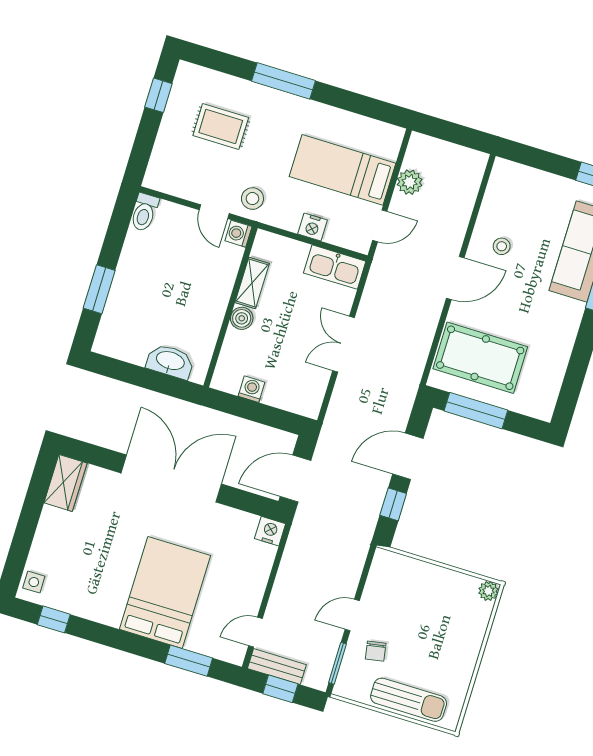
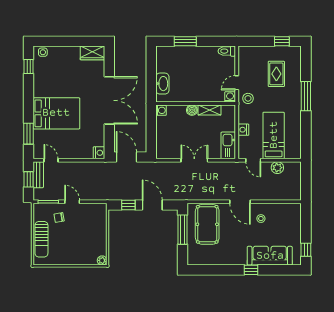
washing machine: (251, 389) -> (161, 110), moved

